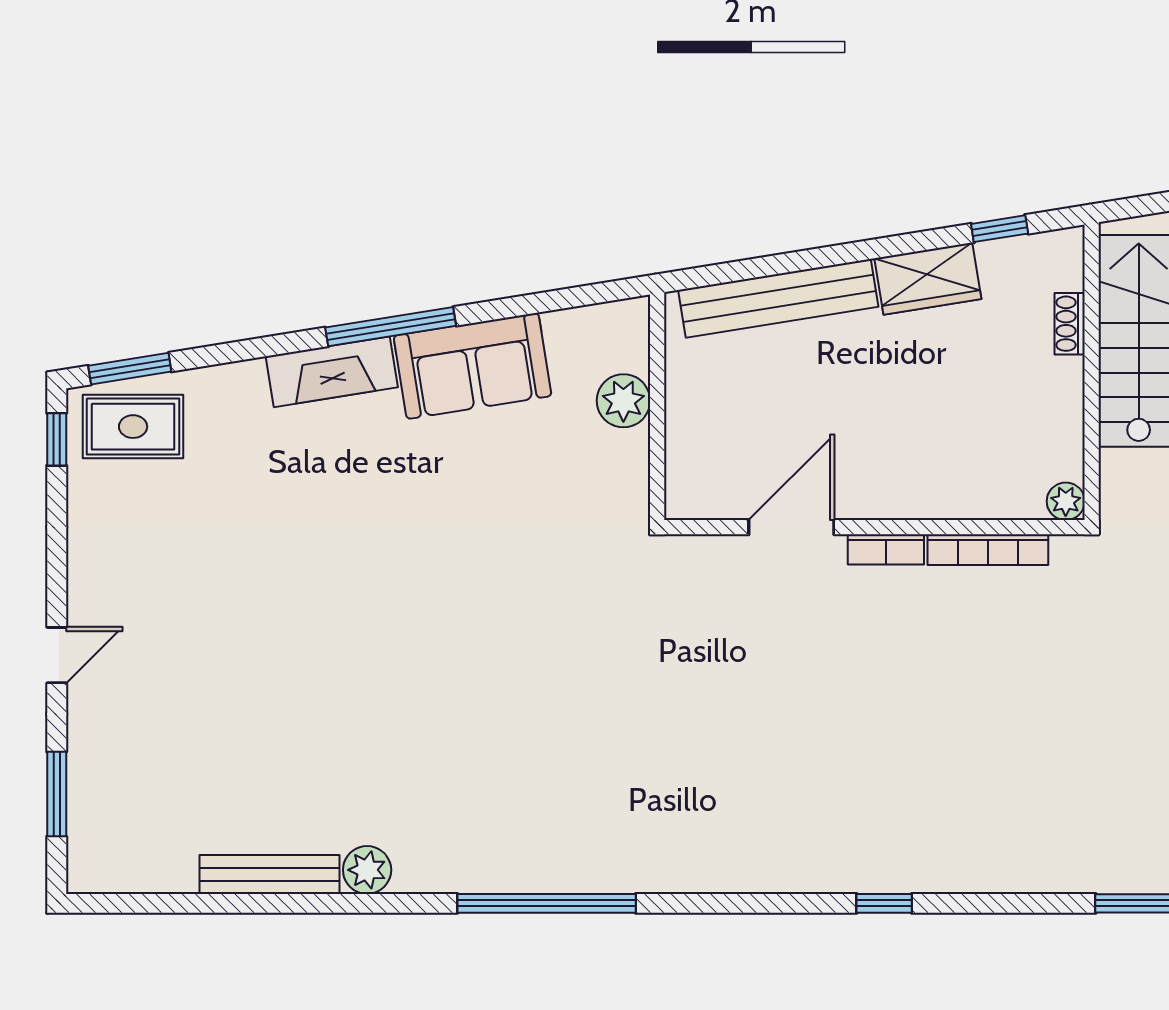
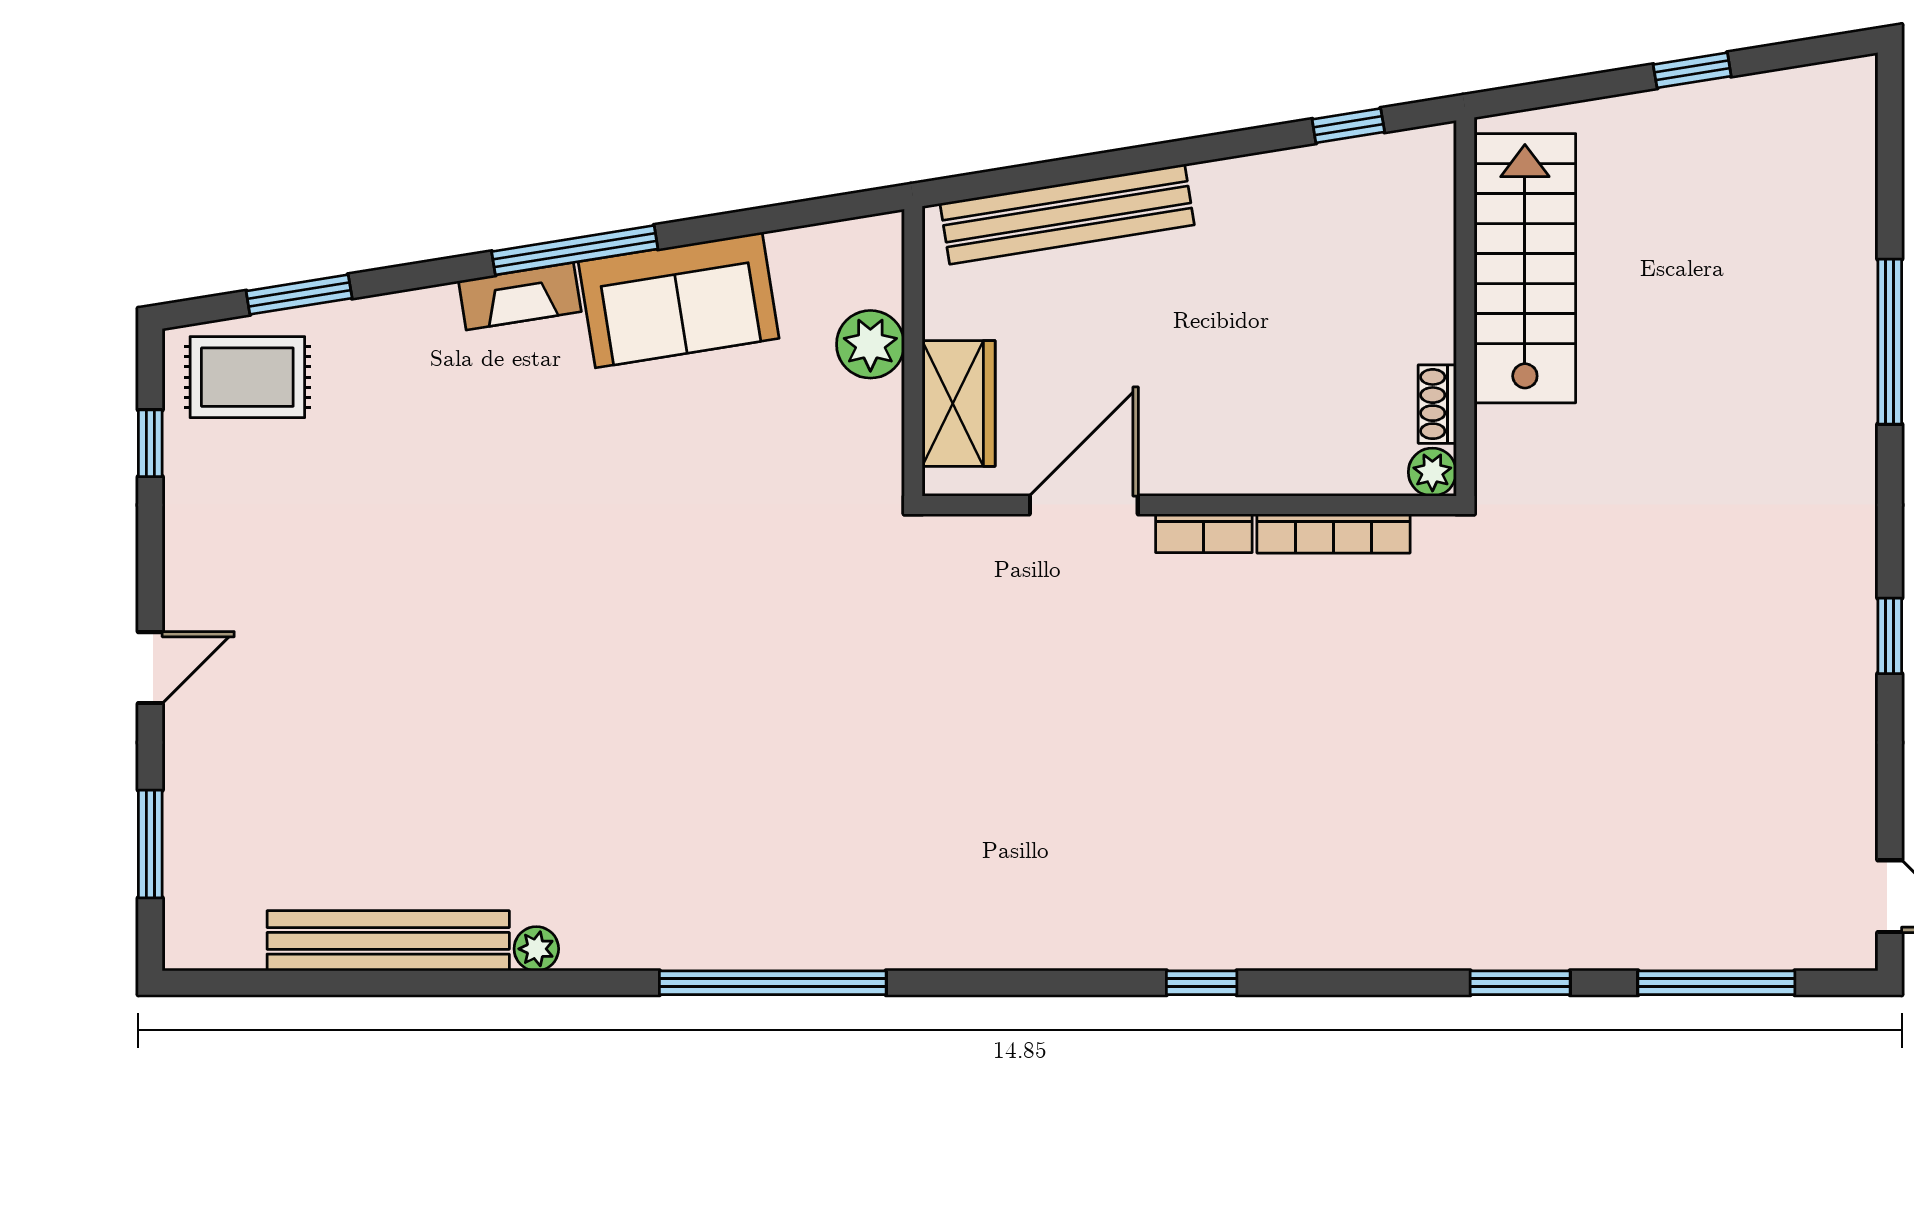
wardrobe: (928, 279) -> (959, 403), moved, turned -81
shoe rack: (1070, 324) -> (1437, 404), moved
window: (130, 369) -> (299, 295), moved
fireplace: (332, 372) -> (520, 296), width x0.73, depth x0.76
window: (57, 439) -> (150, 443), moved
plant: (367, 870) -> (536, 949), width x0.73, depth x0.73
bench: (270, 874) -> (388, 941), width x1.37, depth x1.21

